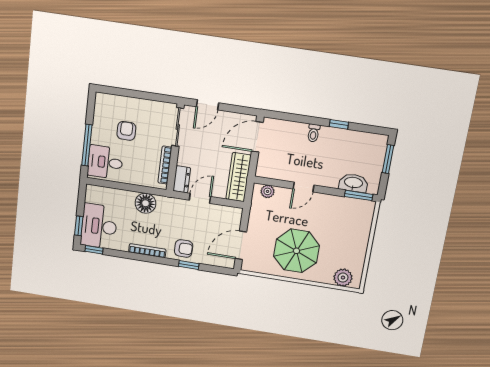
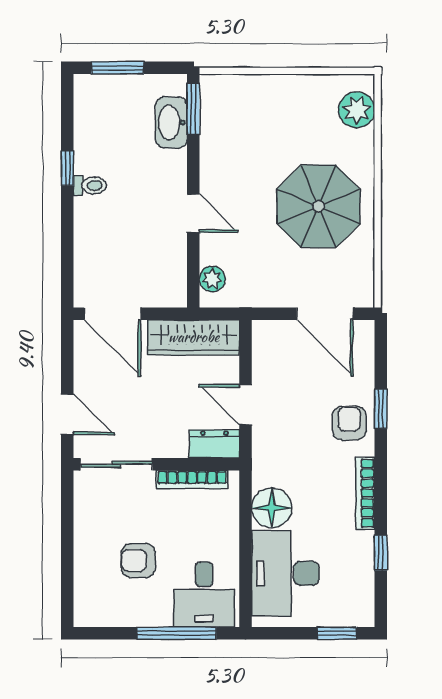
toilet: (313, 133) -> (90, 186), moved
desk: (99, 226) -> (285, 573), moved, turned 90
window: (94, 250) -> (381, 553), moved

